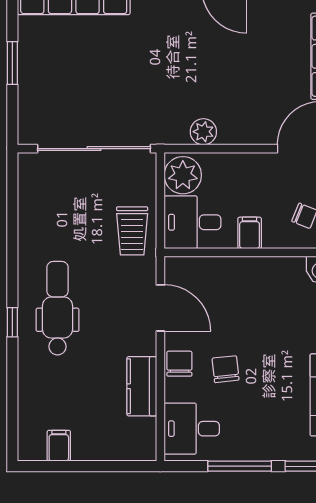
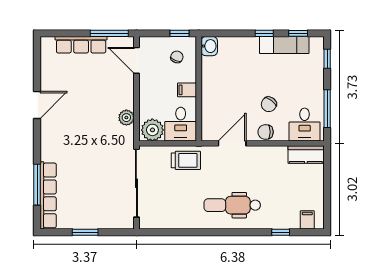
window: (12, 322) -> (281, 232), moved
chair: (226, 369) -> (269, 104), turned -47
kitchen counter: (142, 386) -> (306, 155), moved
filing cabinet: (59, 446) -> (307, 220), moved, turned 90
window: (240, 466) -> (327, 109), moved

